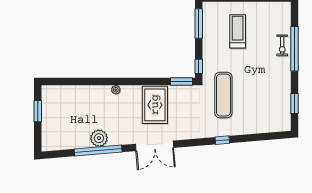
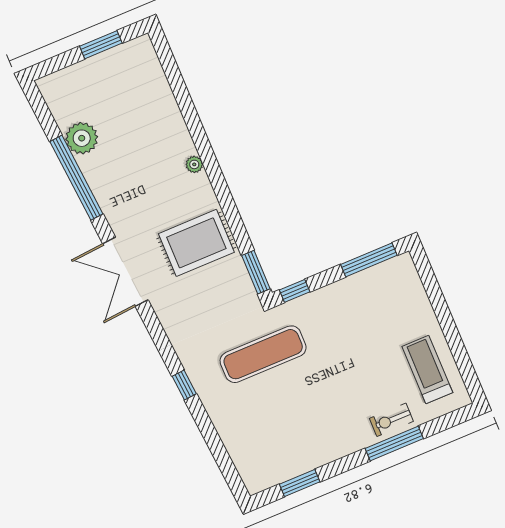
treadmill: (238, 31) -> (427, 370), moved, turned -90
window: (294, 49) -> (394, 444), width x0.68
plant: (99, 138) -> (82, 138), moved

